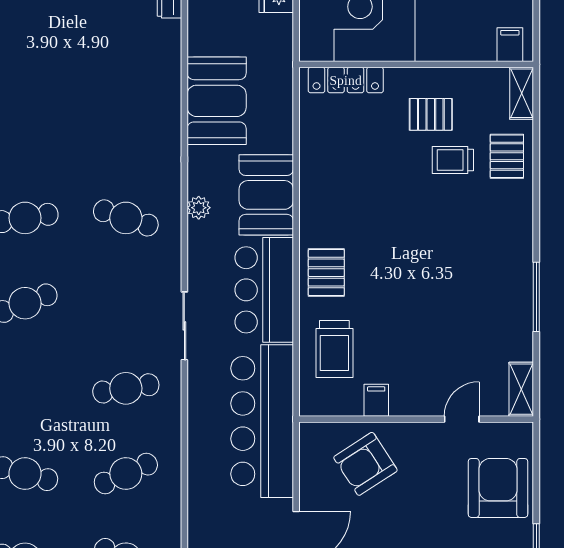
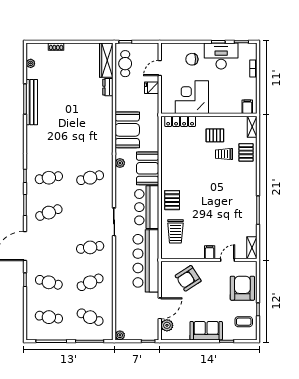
plant: (199, 208) -> (120, 163), moved
cafe table: (126, 218) -> (90, 178), turned -33
filing cabinet: (376, 400) -> (210, 252), moved

